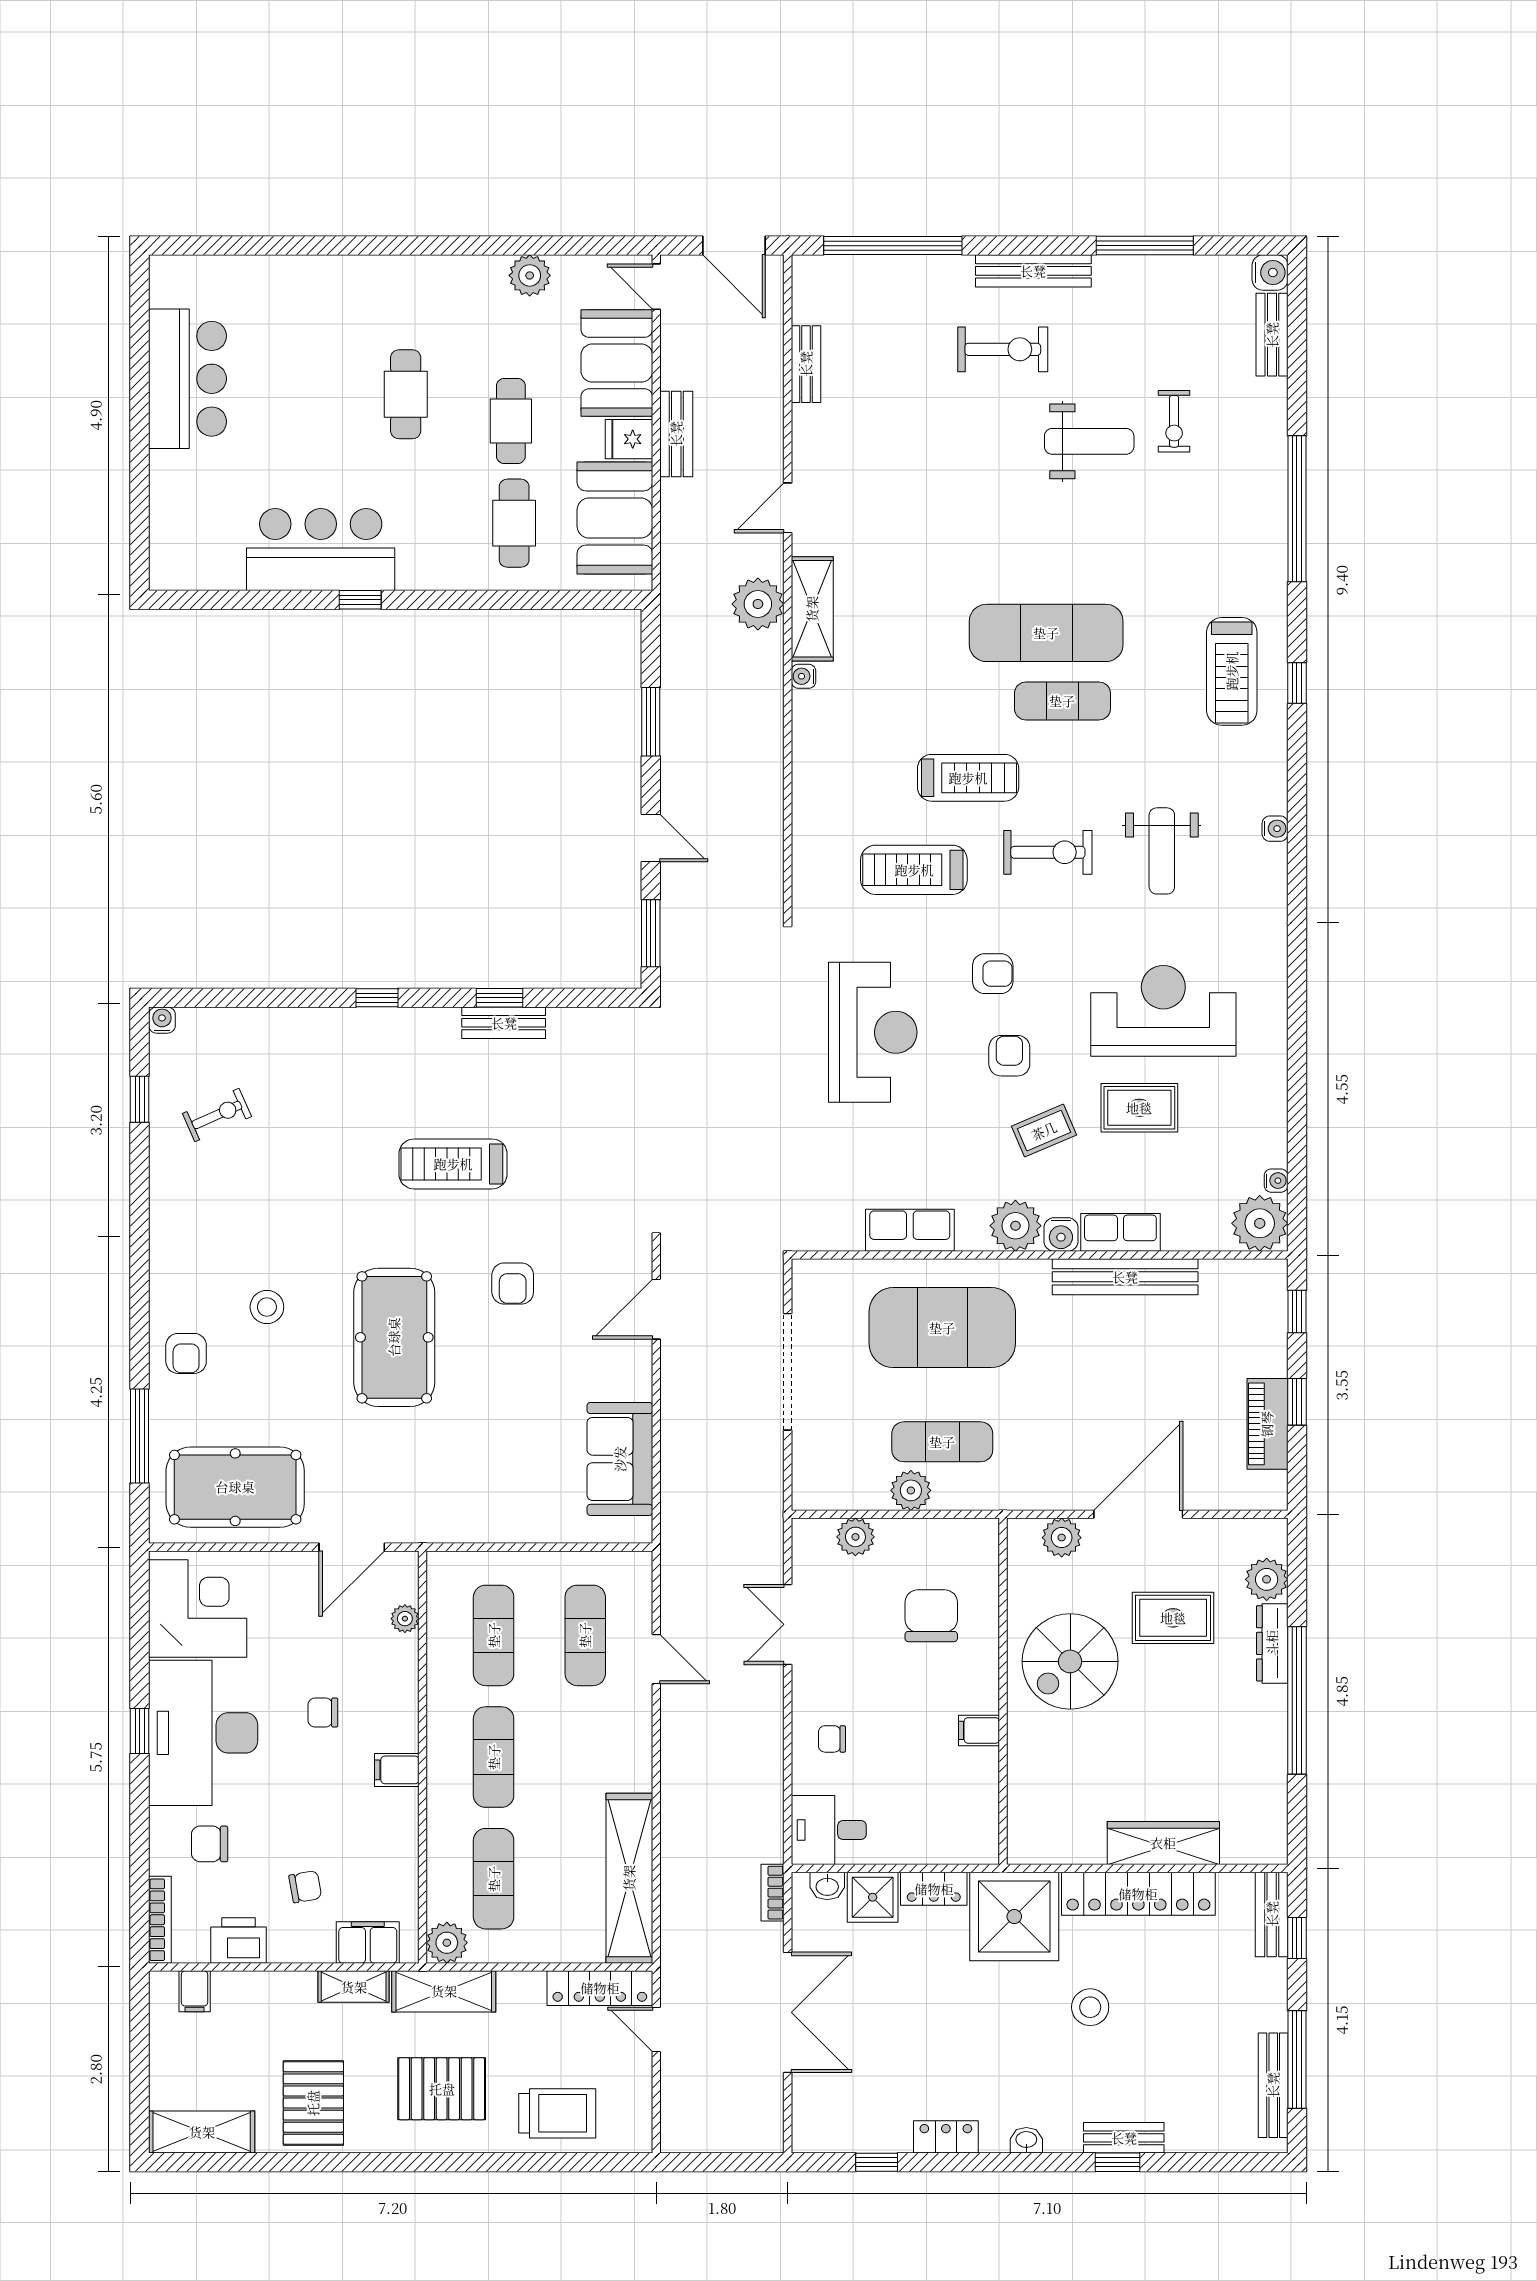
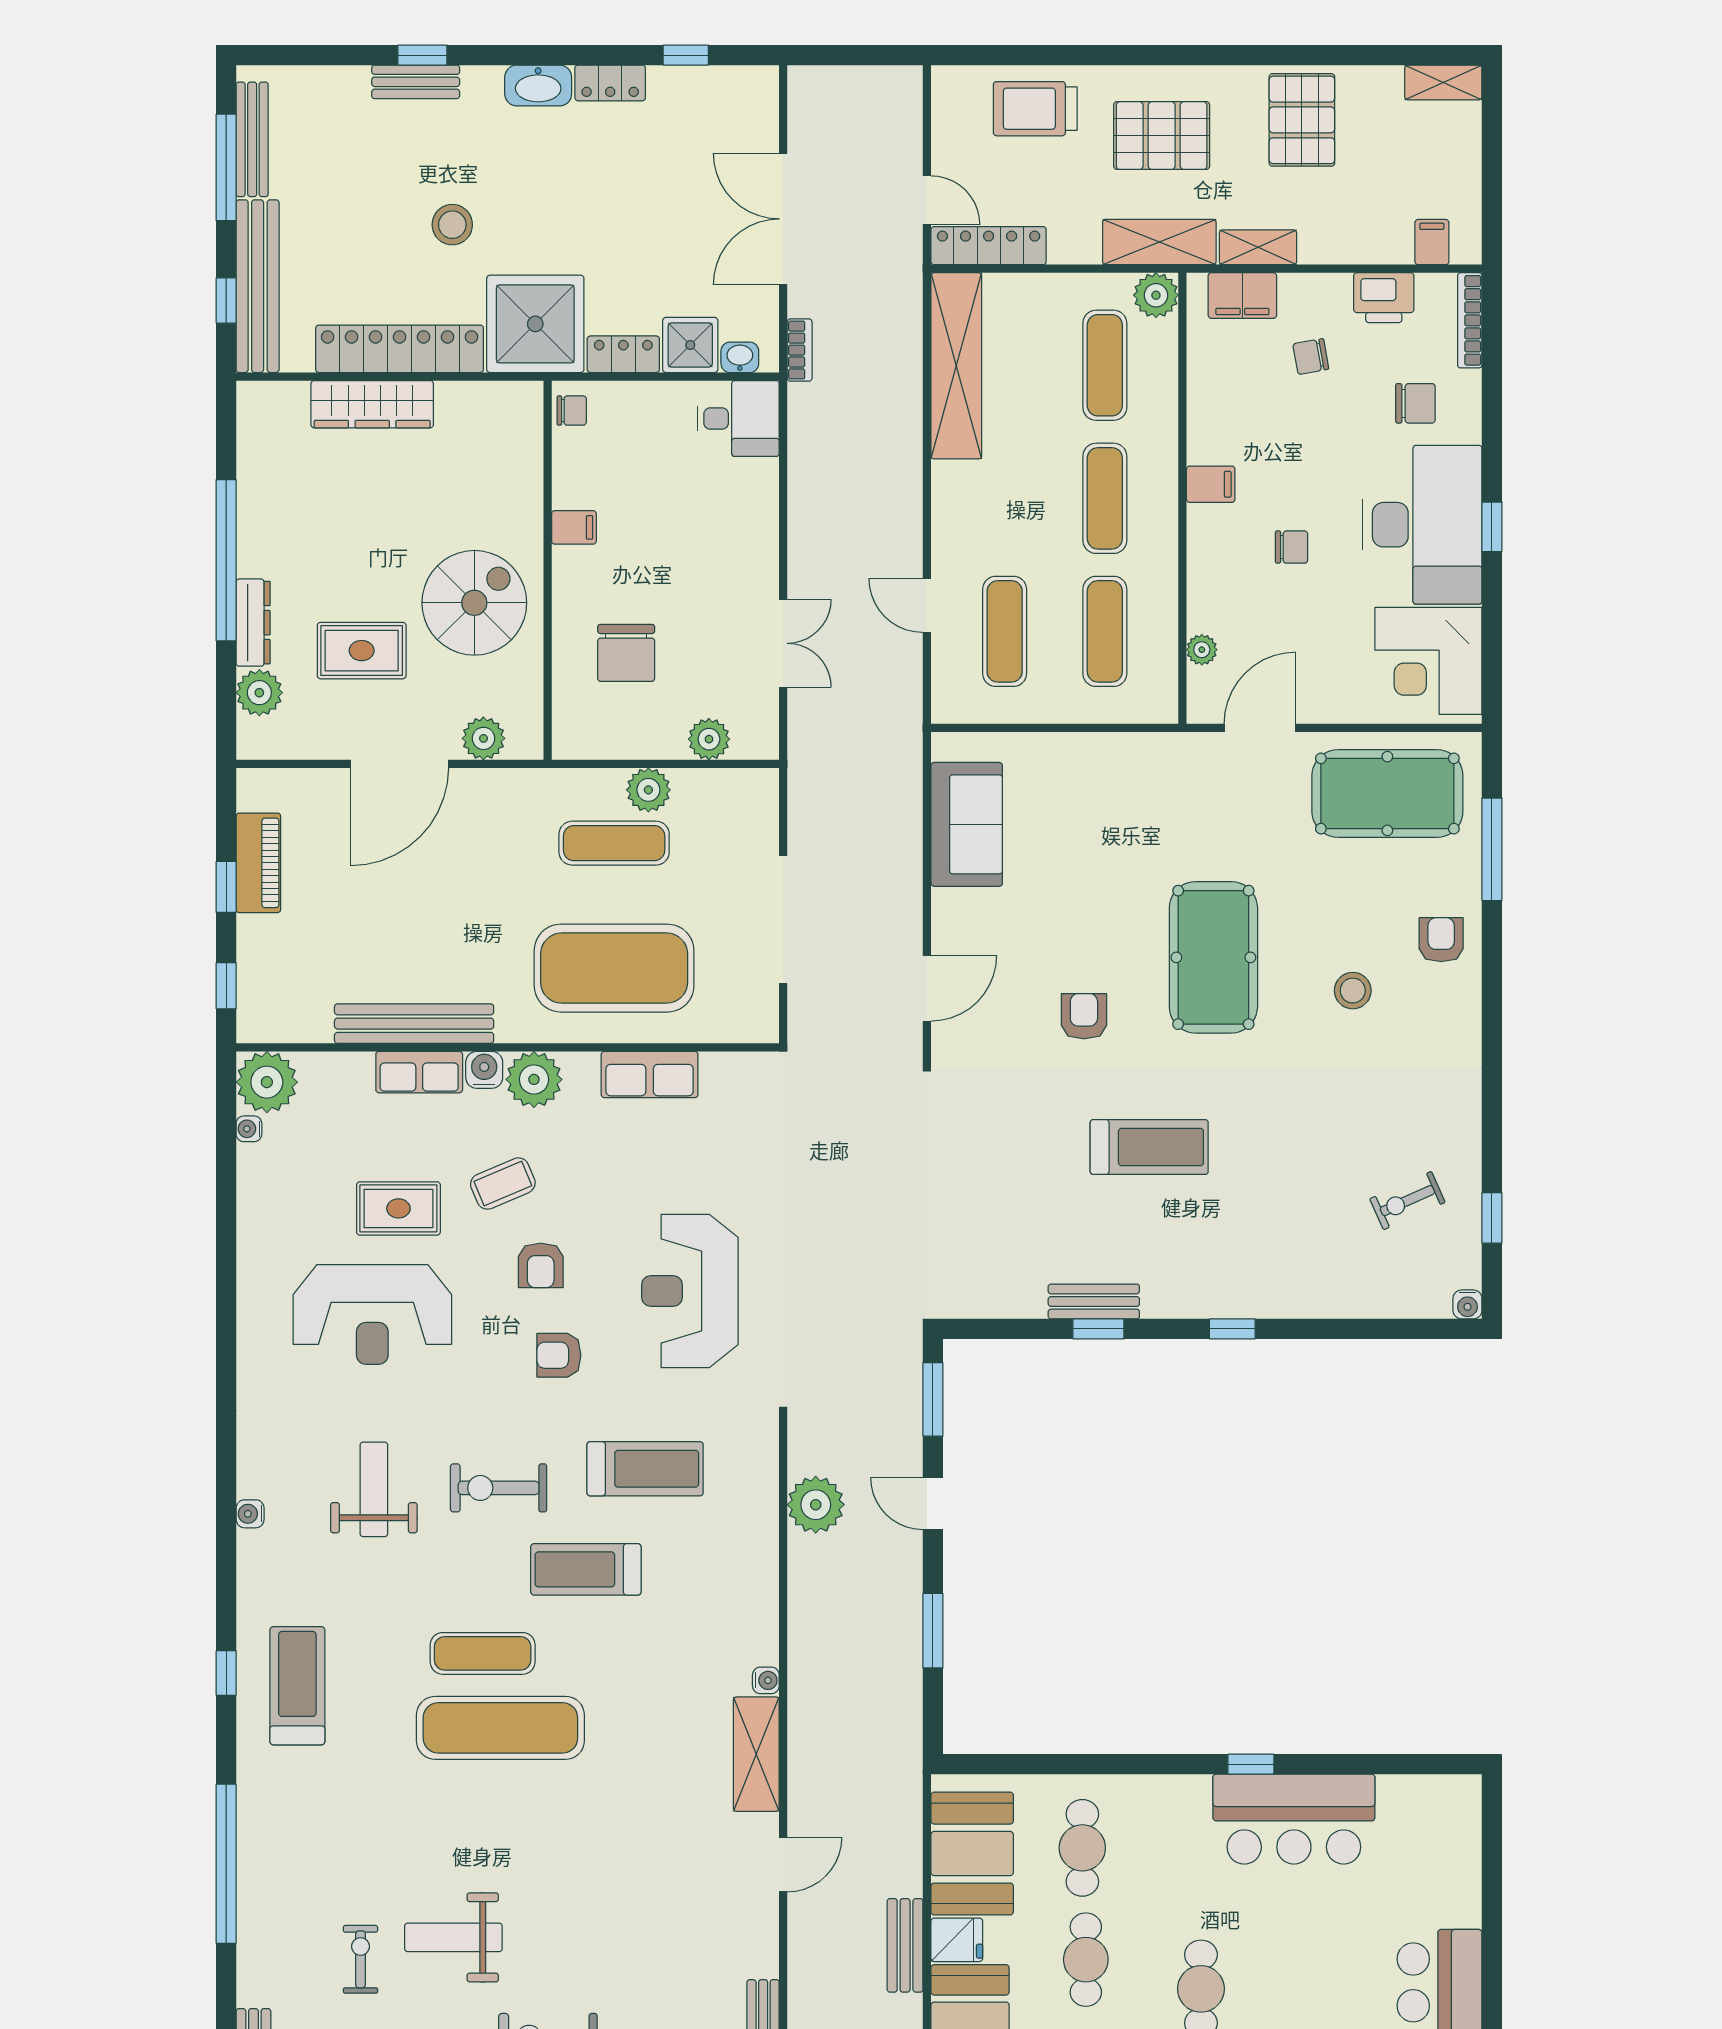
plant: (758, 604) -> (816, 1505), moved
chair: (832, 1739) -> (572, 411), moved
bench: (1272, 1914) -> (258, 286), width x1.86, depth x1.21
shelving: (202, 2132) -> (1443, 82), width x0.67, depth x0.75
washbasin: (1026, 2140) -> (538, 86), width x1.91, depth x1.45

